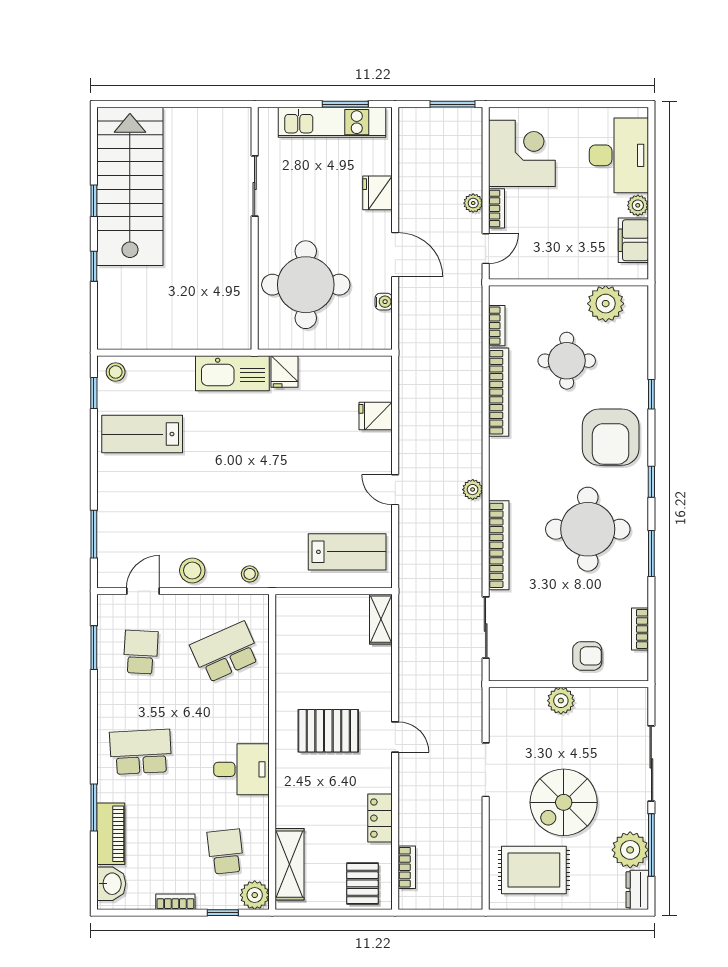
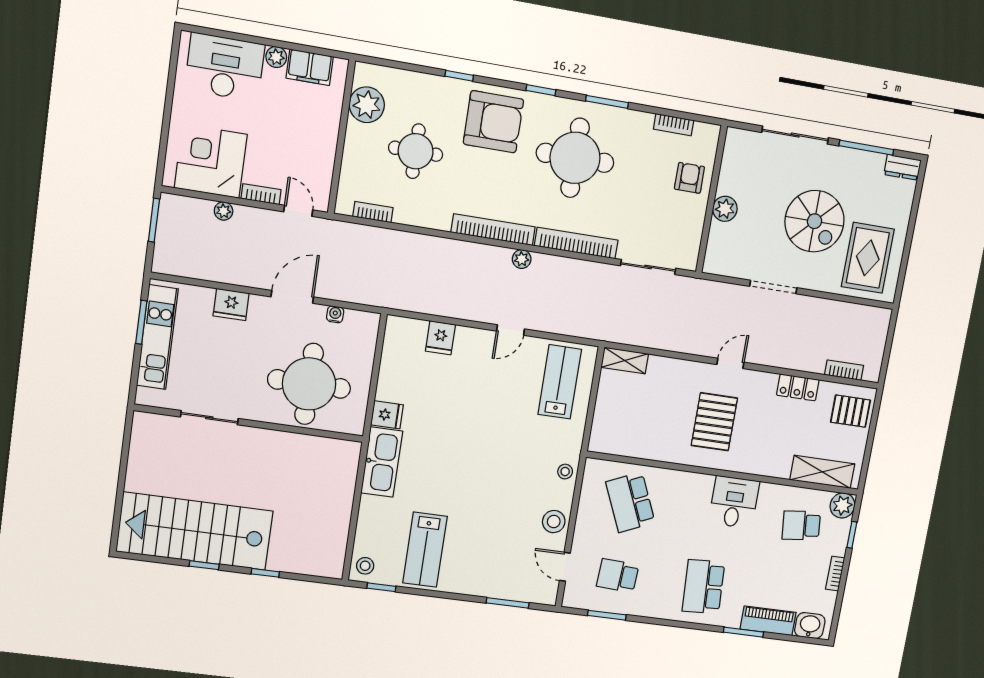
plant: (473, 203) -> (224, 211), moved
bookcase: (499, 392) -> (493, 230), moved
plant: (630, 850) -> (867, 168), removed

